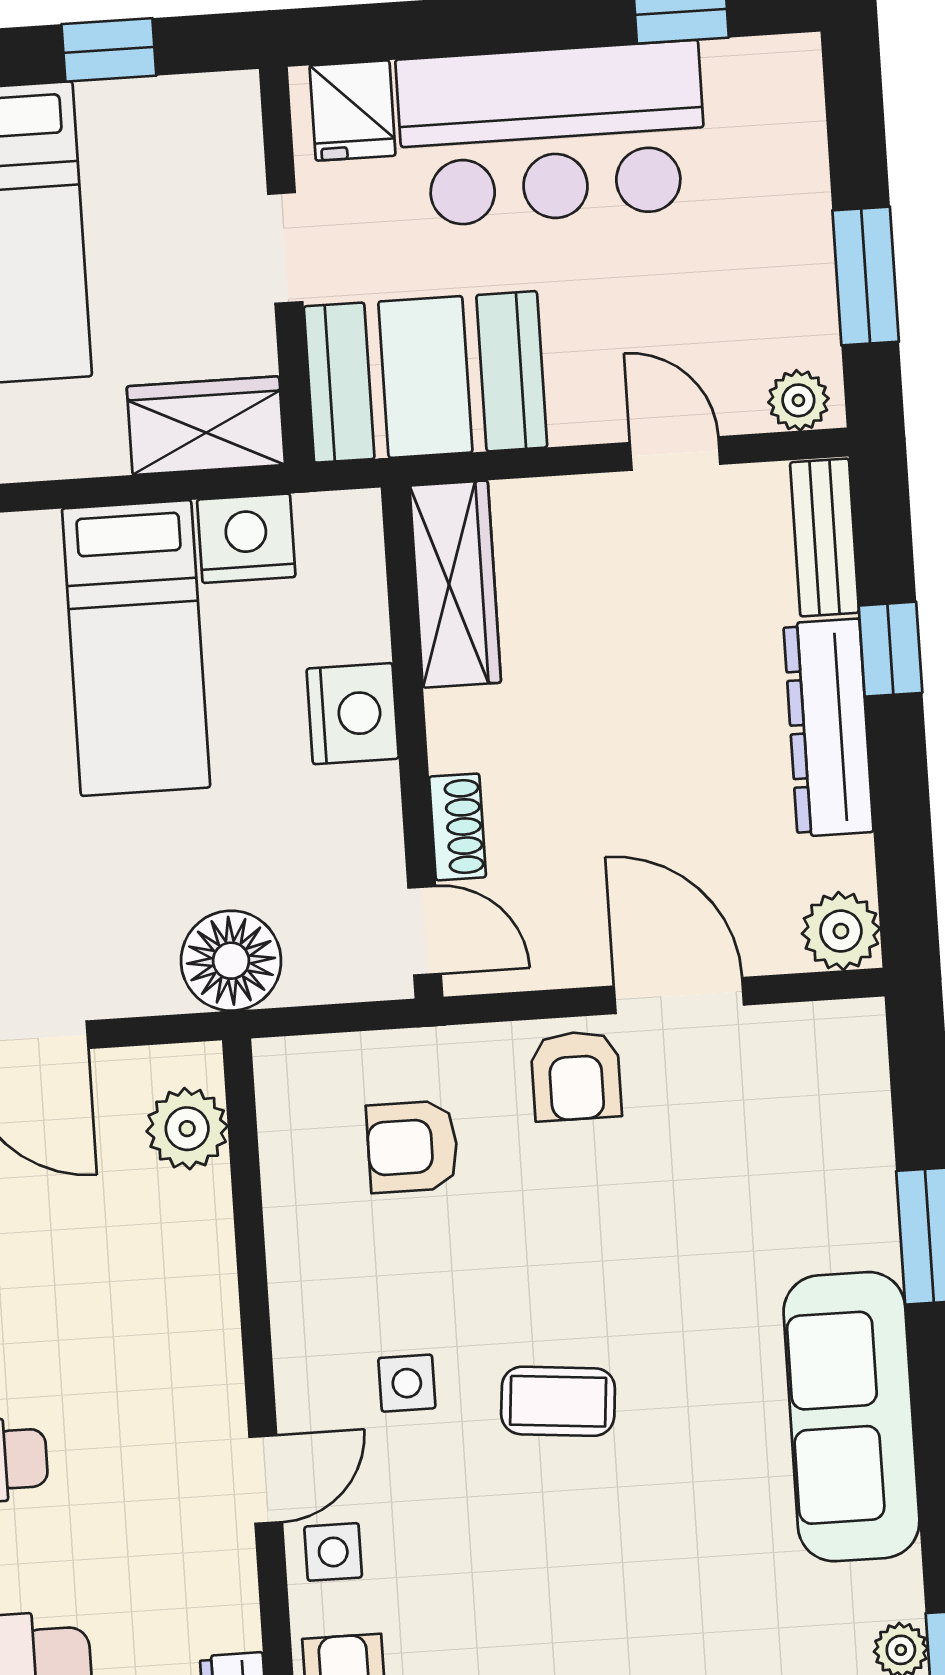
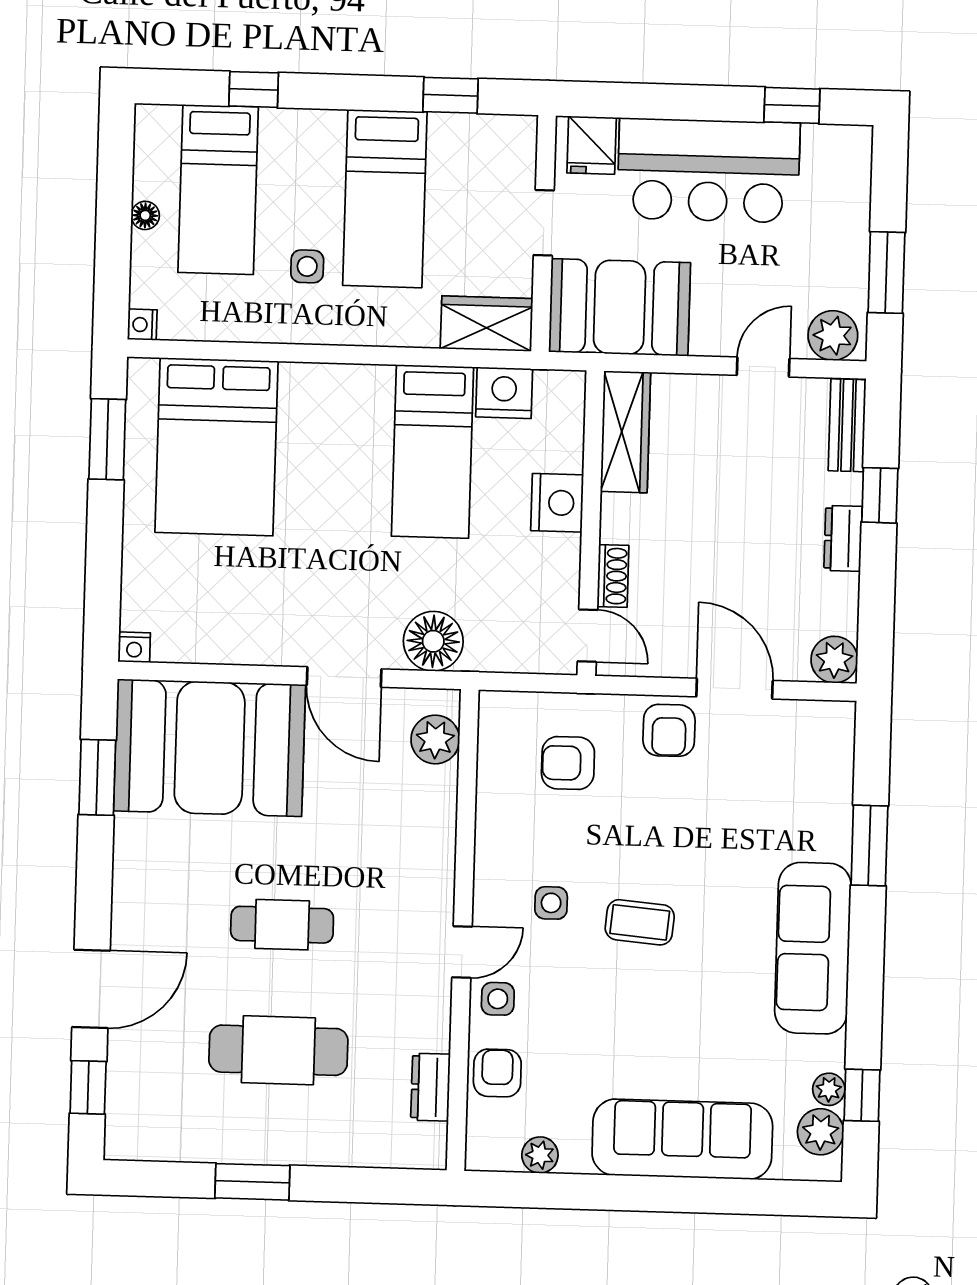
plant: (798, 400) -> (833, 336), width x1.38, depth x1.38
door: (675, 453) -> (763, 367), hinge flipped
dresser: (828, 728) -> (843, 538), width x0.51, depth x0.80
floor lamp: (231, 961) -> (433, 641), moved

